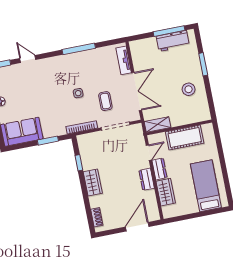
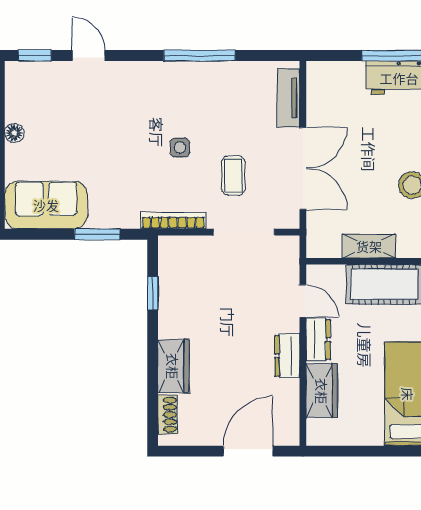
shelving: (158, 125) -> (369, 246), moved
door: (149, 153) -> (303, 301), hinge flipped
wardrobe: (93, 183) -> (173, 366), moved

